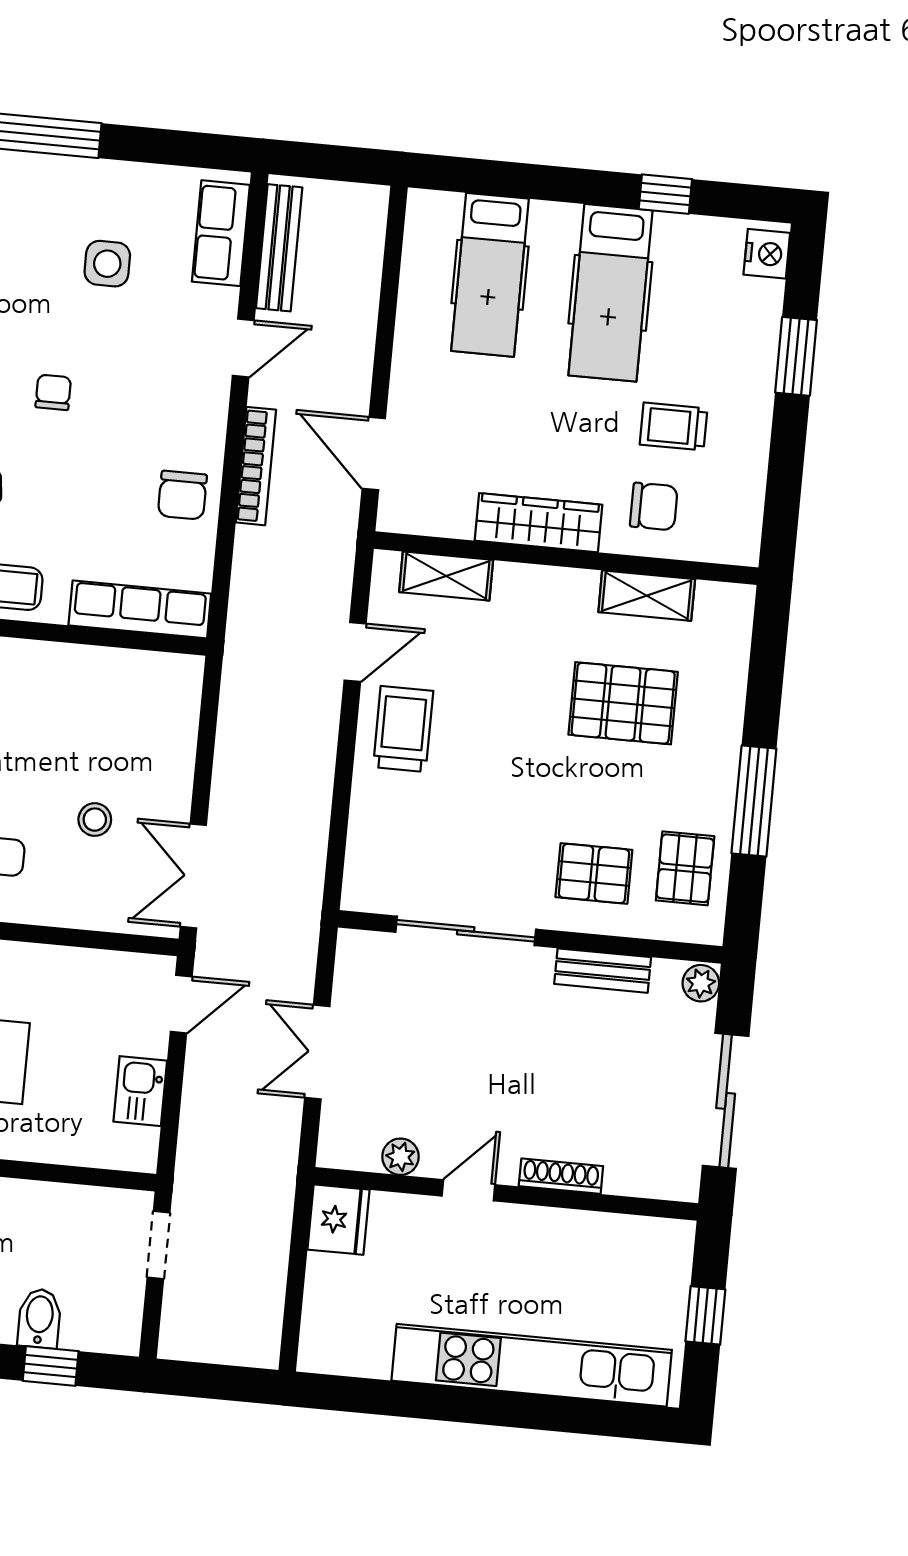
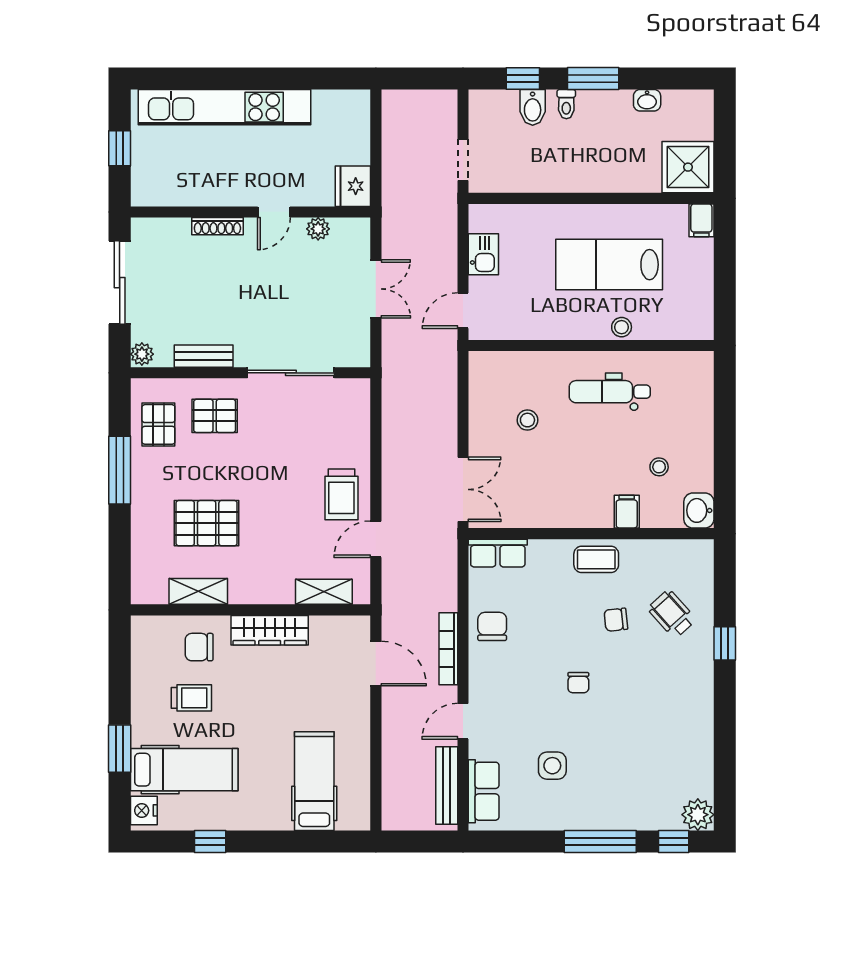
hospital bed: (610, 293) -> (184, 770), moved, turned 90
row of seats: (140, 609) -> (498, 553), width x0.68
double door: (193, 876) -> (463, 489), moved

